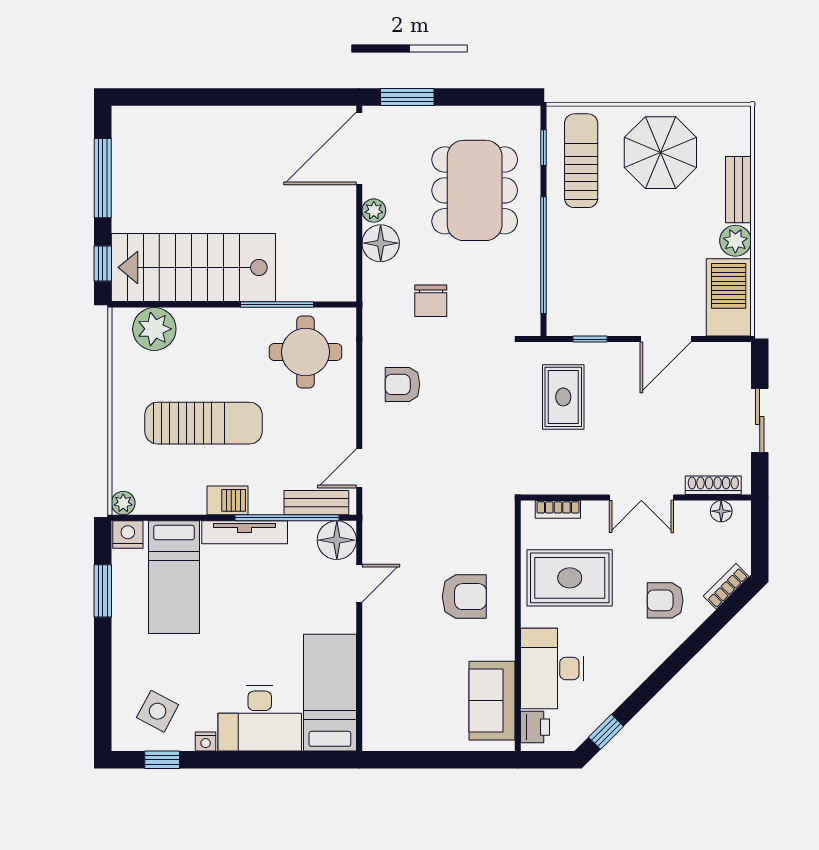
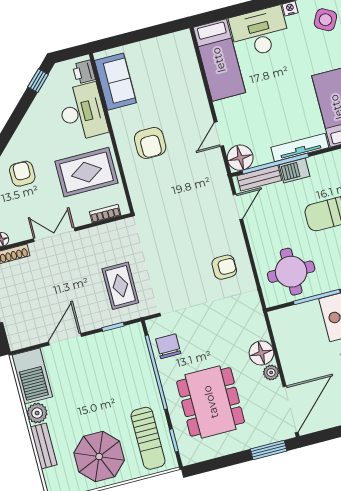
chair: (431, 301) -> (168, 346), moved
barbecue: (227, 500) -> (294, 170), moved
armchair: (464, 597) -> (150, 143), turned -90
armchair: (665, 600) -> (22, 174), turned -90

